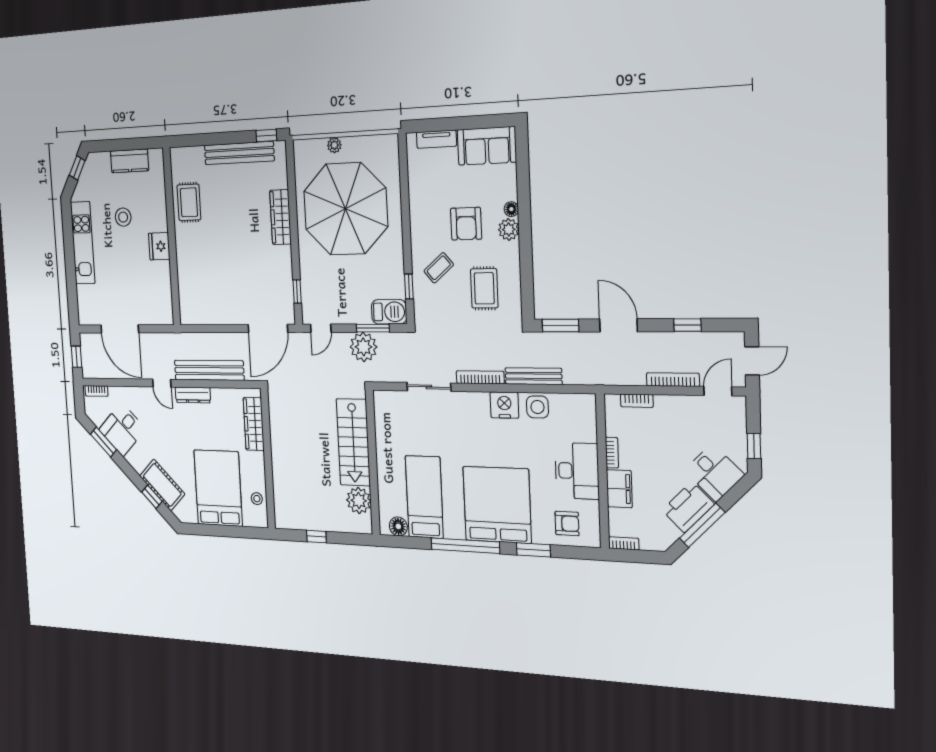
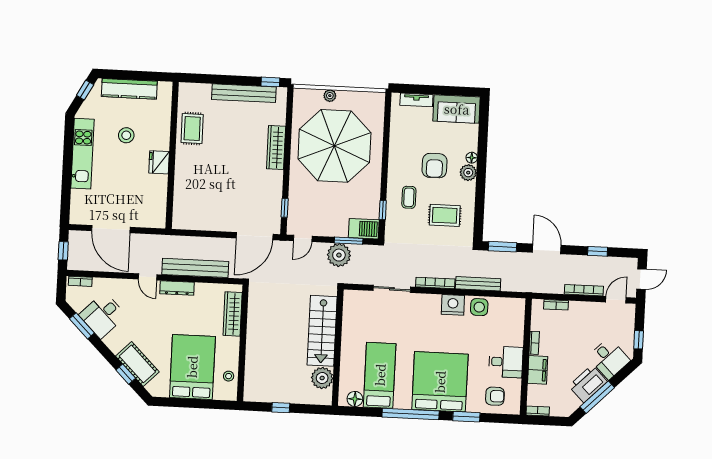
kitchen counter: (130, 161) -> (129, 89), width x1.50
coffee table: (439, 268) -> (409, 197), turned -50
rug: (484, 288) -> (445, 215), turned 90
desk: (577, 471) -> (506, 362), width x0.73

